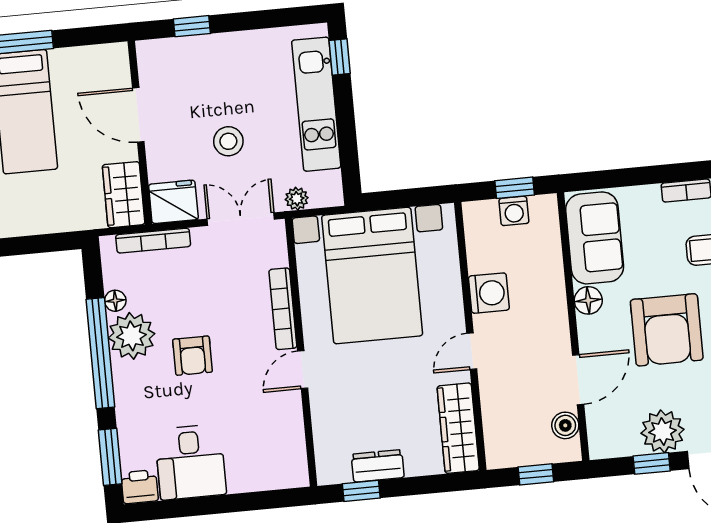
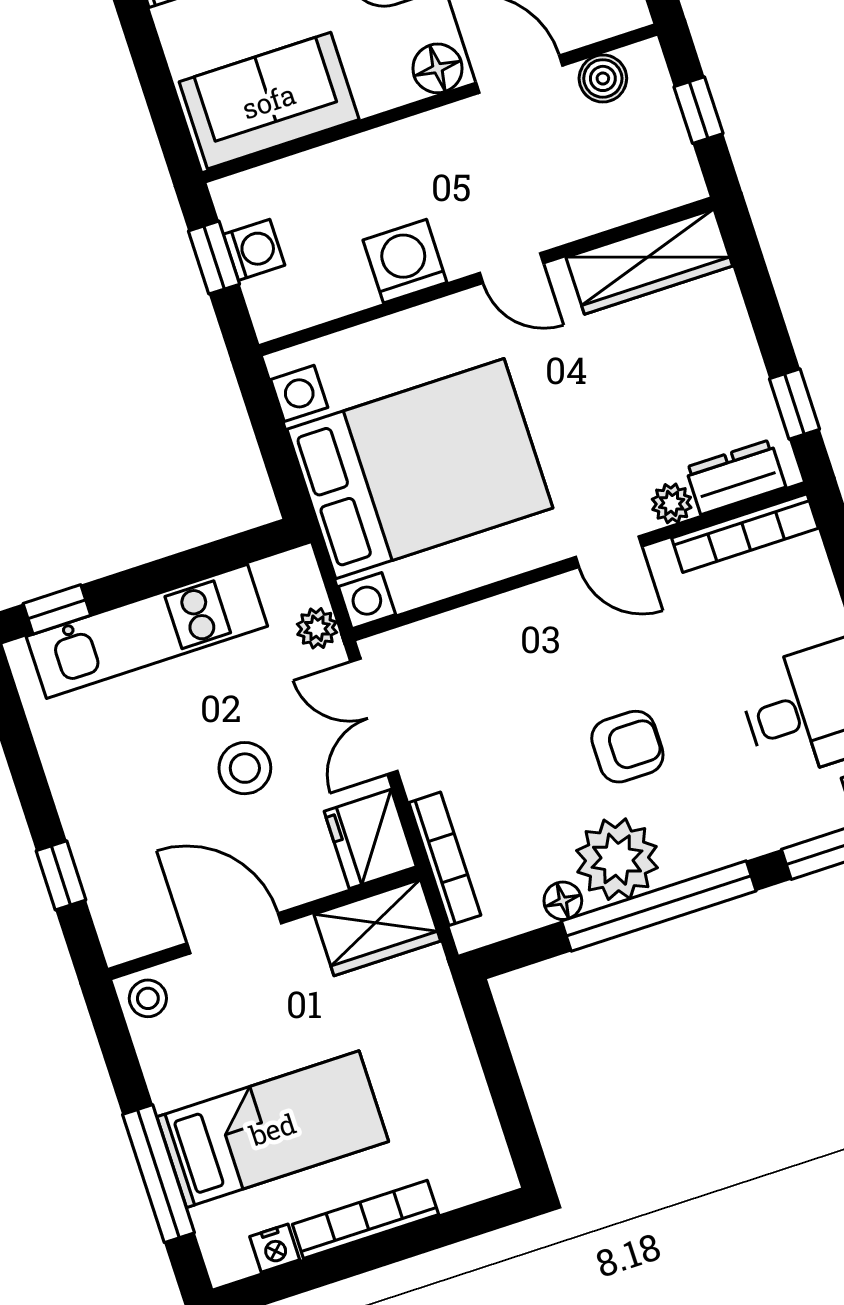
stool: (113, 59) -> (148, 998), added
door: (138, 115) -> (234, 933), swing flipped
floor lamp: (588, 300) -> (438, 68), moved
bookcase: (283, 309) -> (745, 533), moved
plant: (322, 410) -> (672, 503), added
dresser: (378, 466) -> (736, 477), moved, turned 90

